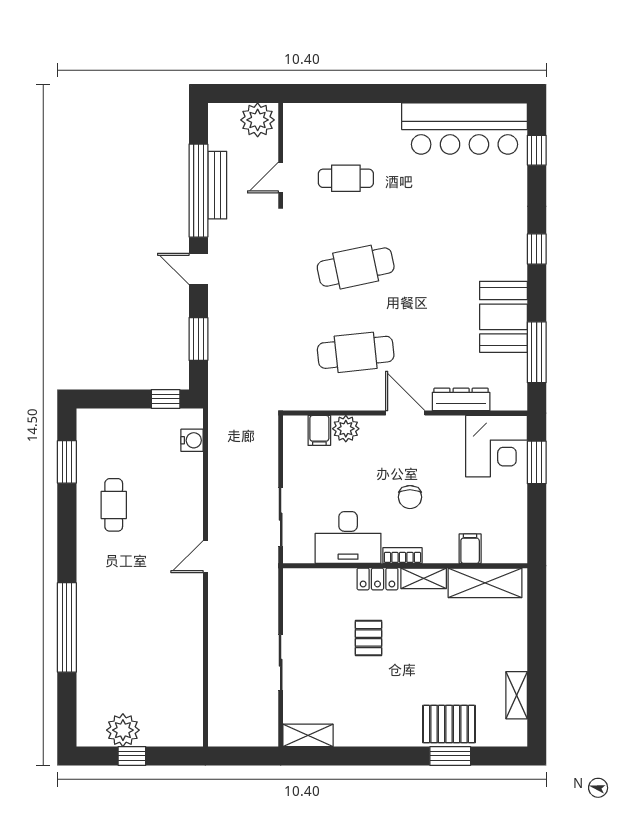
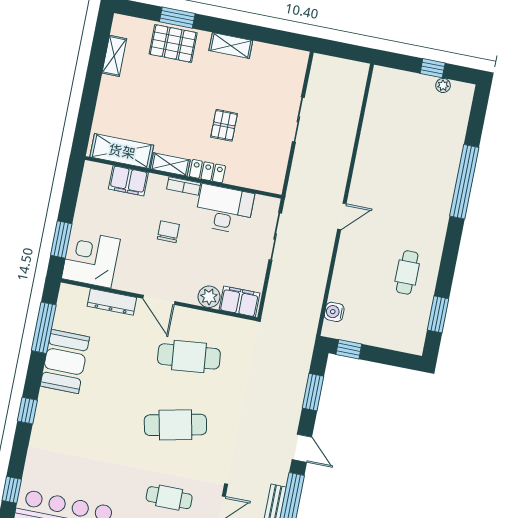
filing cabinet: (319, 430) -> (240, 301), width x2.00
filing cabinet: (470, 549) -> (128, 181), width x2.00
plant: (123, 730) -> (443, 85), width x0.53, depth x0.53
shelving: (308, 735) -> (231, 46), moved

